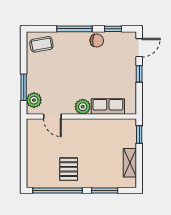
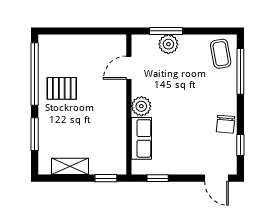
window: (74, 29) -> (240, 71), moved
window: (139, 74) -> (158, 178), moved
plant: (34, 100) -> (168, 44), moved

